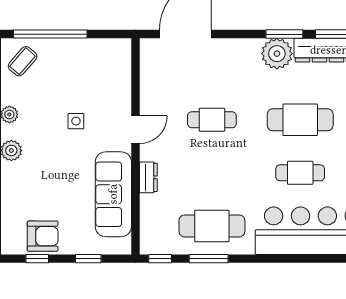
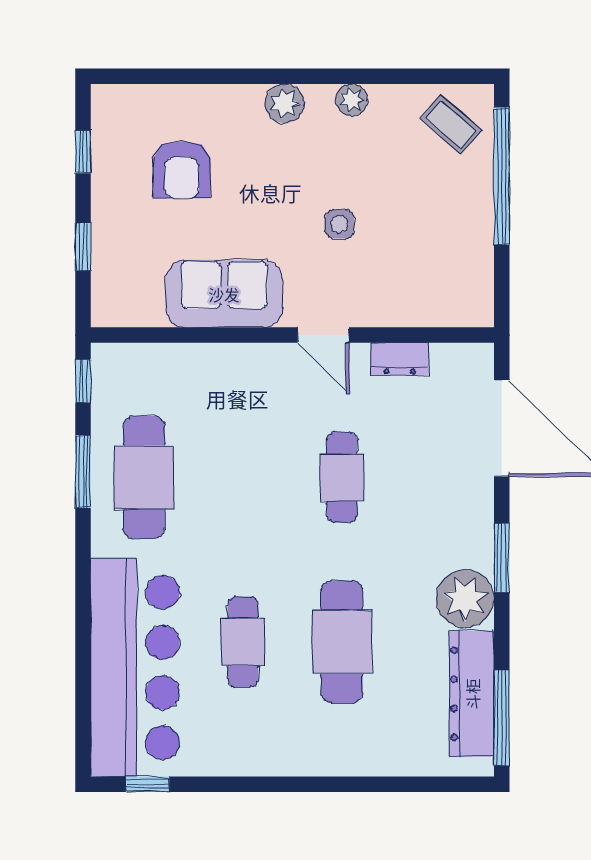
window: (284, 34) -> (502, 558), moved
dresser: (148, 177) -> (400, 359), moved
sofa: (113, 194) -> (224, 294), width x0.73
armchair: (43, 236) -> (182, 170), moved

